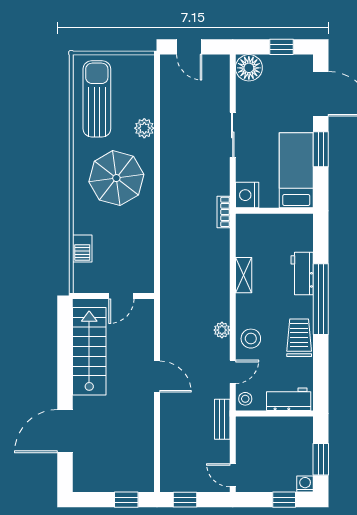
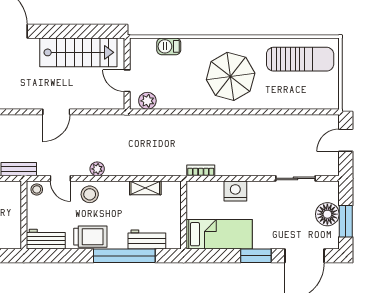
window: (282, 47) -> (346, 221), width x1.50
floor lamp: (249, 68) -> (327, 214), moved
plant: (144, 128) -> (147, 101), moved
sliding door: (233, 135) -> (296, 178), moved
bed: (296, 170) -> (219, 234), moved
nightstand: (247, 195) -> (235, 191), moved
wall: (274, 211) -> (184, 215), moved
workbench: (289, 399) -> (46, 239), moved, turned -90

